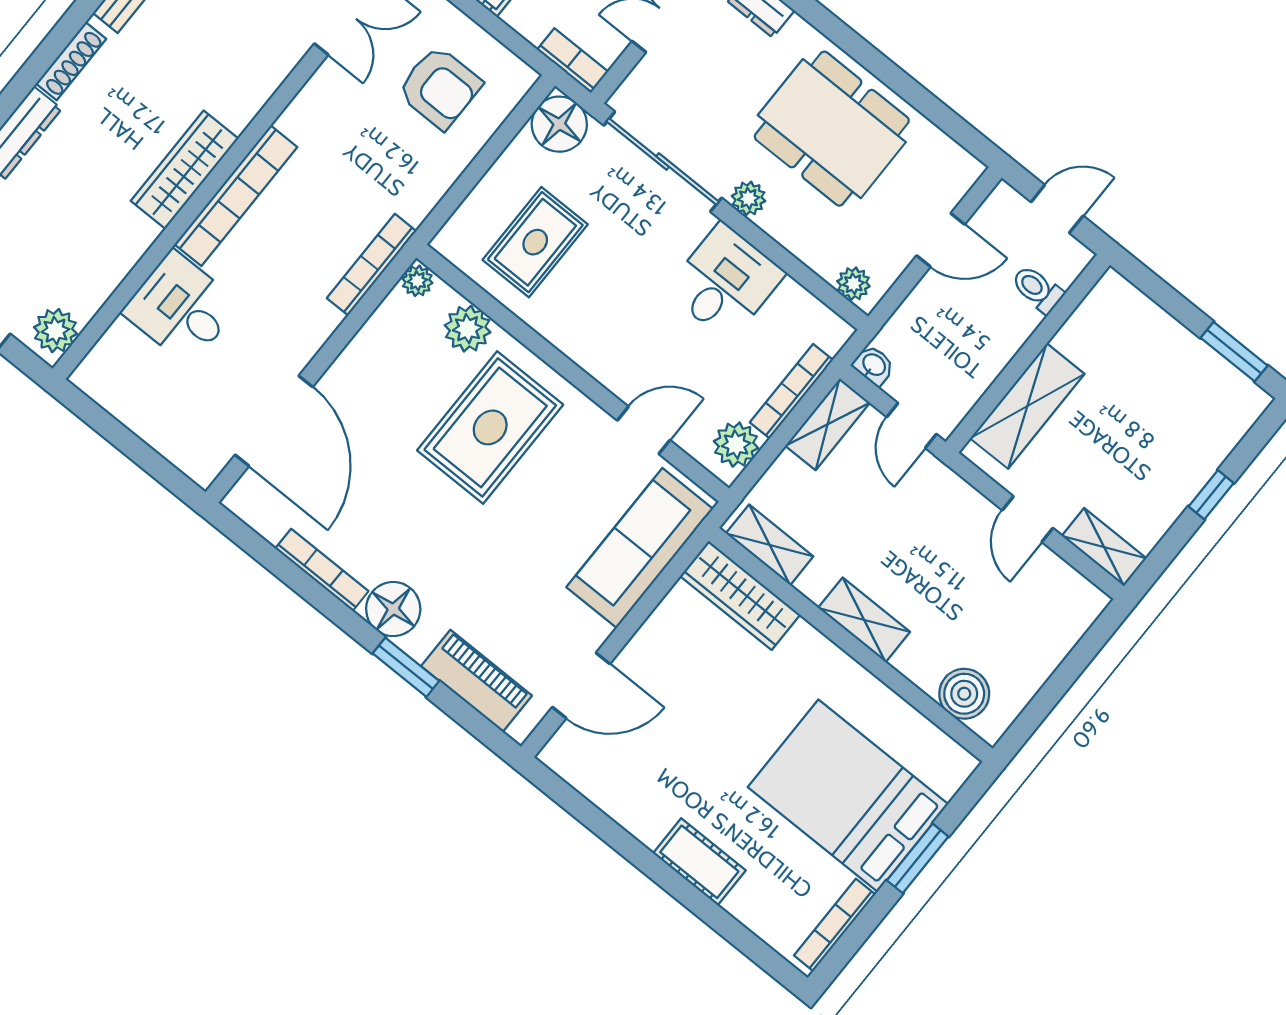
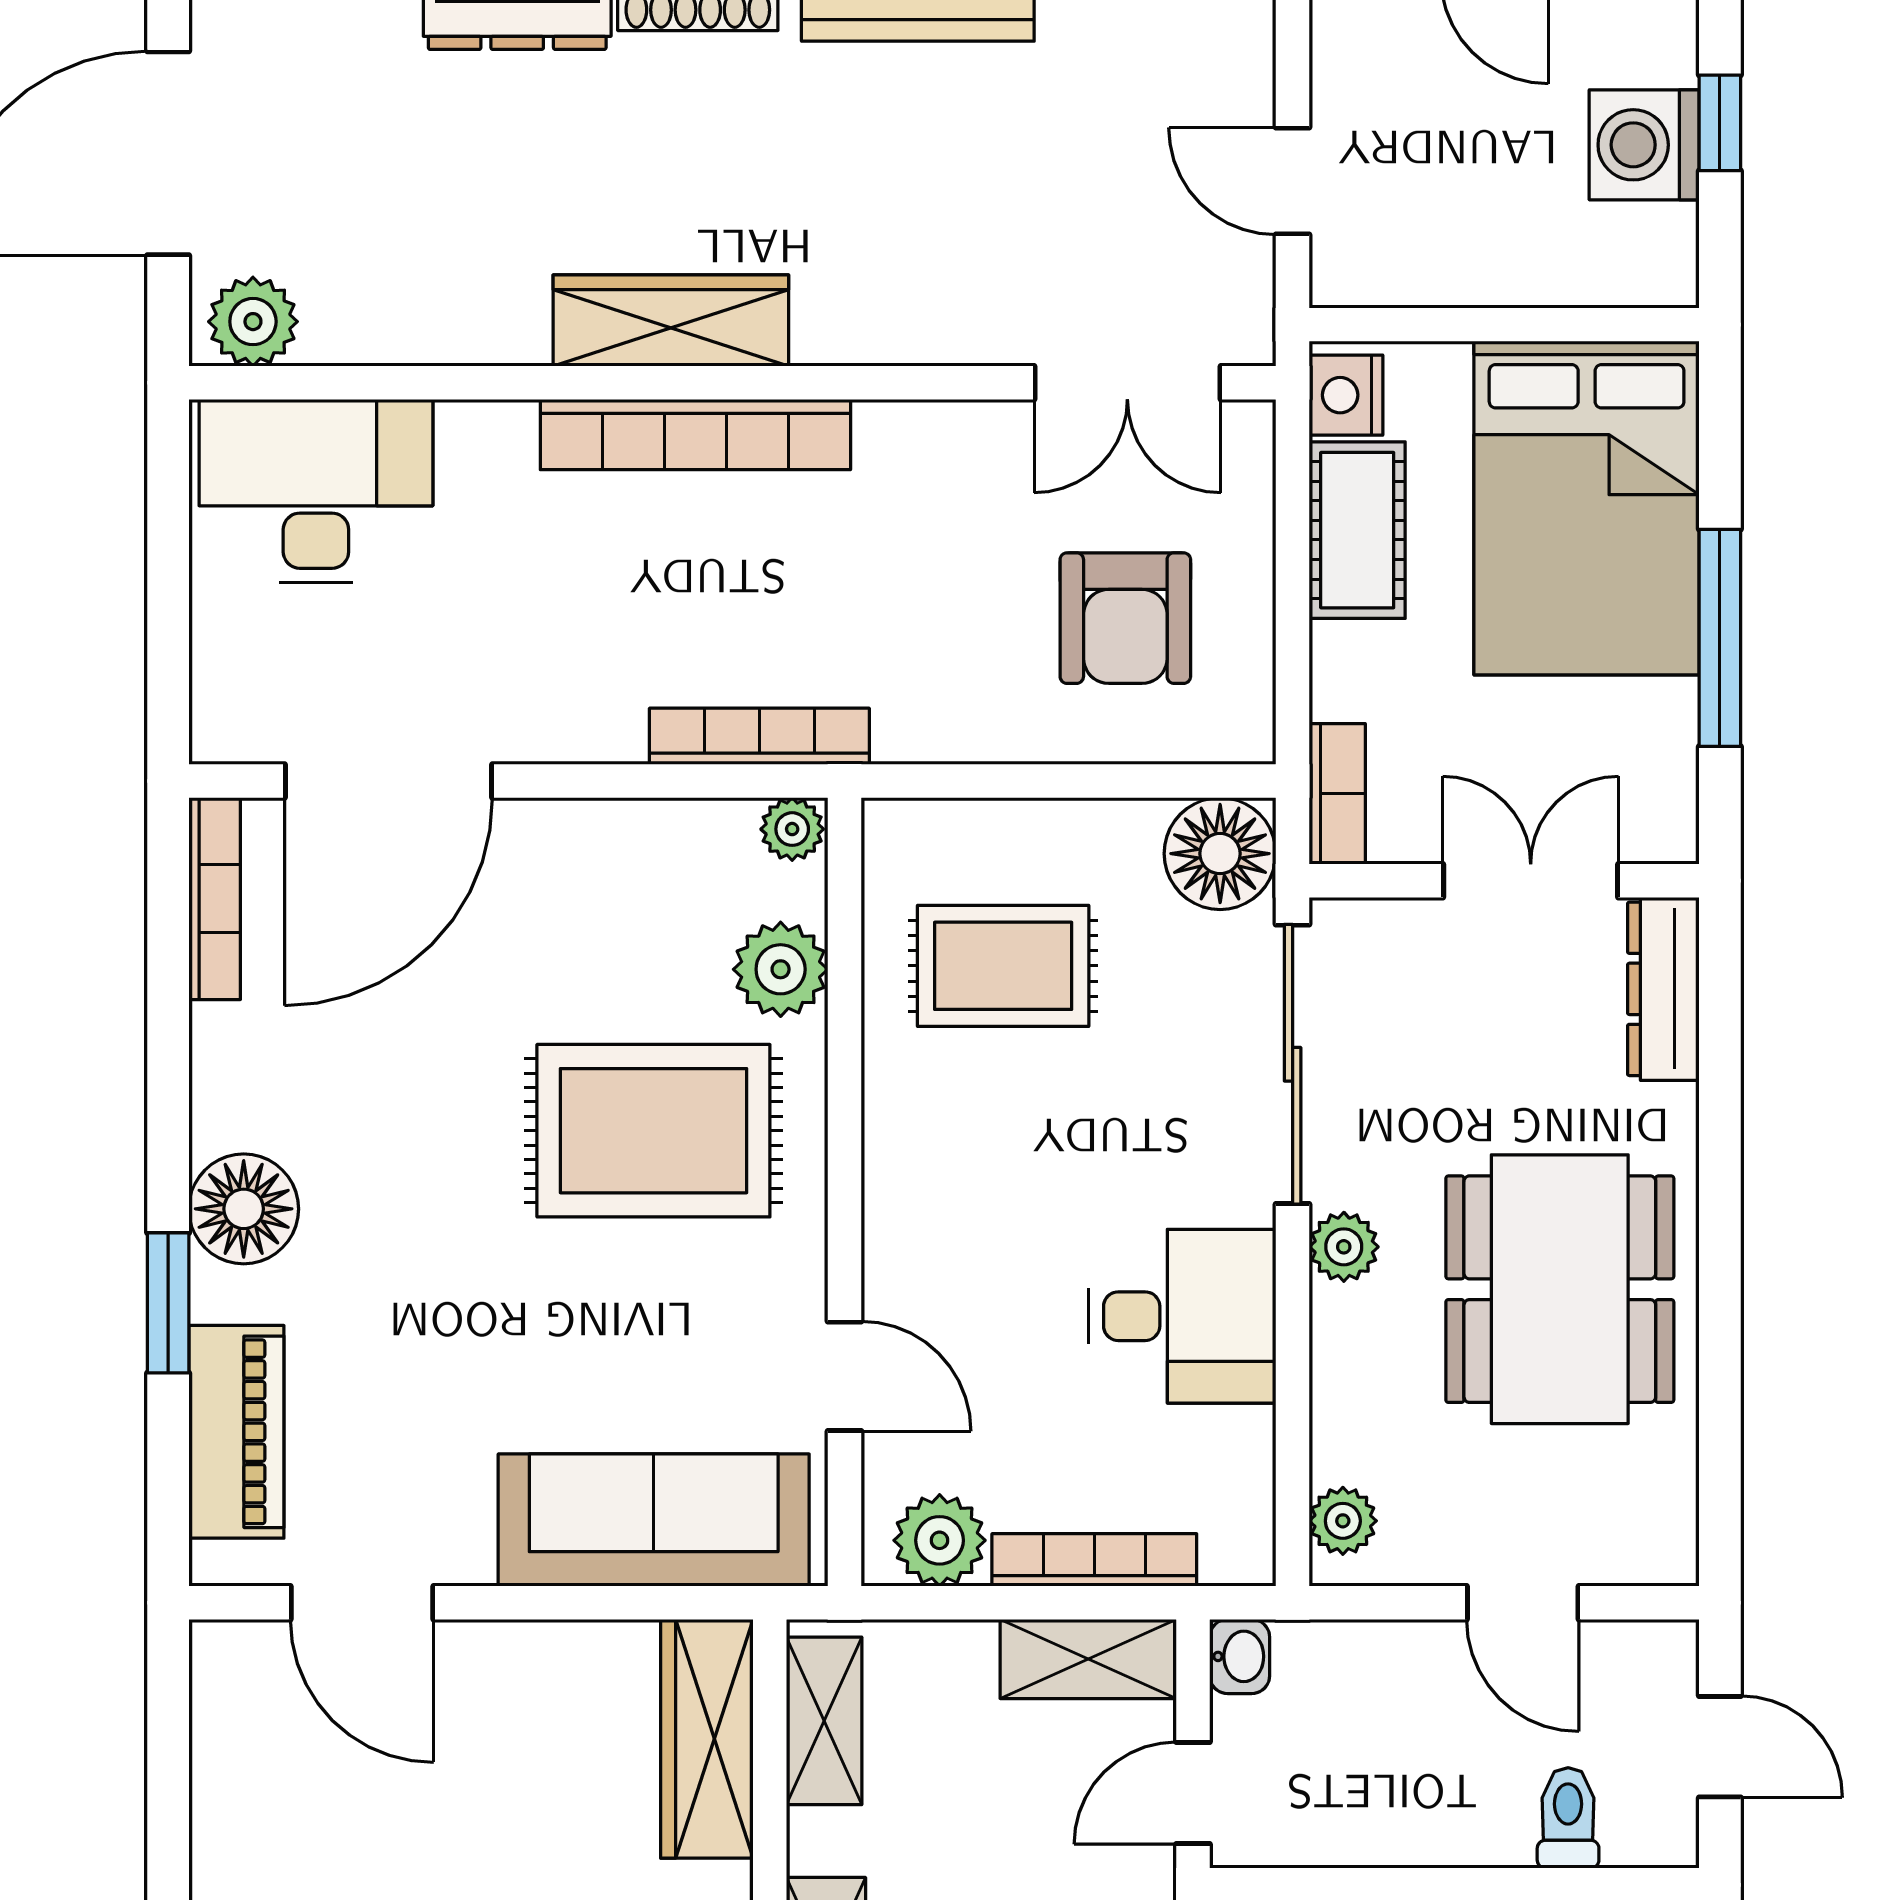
desk: (181, 308) -> (316, 491), moved, width x1.37
bookcase: (322, 570) -> (215, 899), moved

